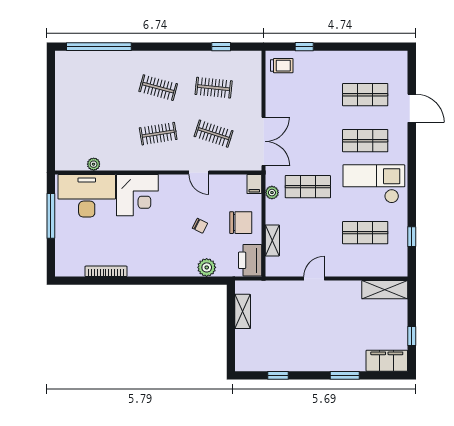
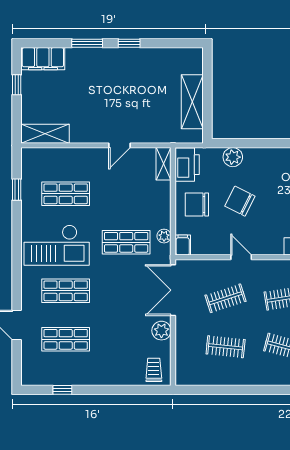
window: (221, 47) -> (218, 390), removed
window: (304, 47) -> (62, 390), moved
trolley: (282, 66) -> (154, 370), turned 90
plant: (274, 103) -> (161, 331), added
clothes rail: (214, 134) -> (226, 298), turned -36
chair: (200, 226) -> (240, 201), width x1.87, depth x1.87
shelving: (272, 240) -> (164, 164), moved
shelving: (243, 311) -> (192, 102), width x1.50, depth x1.33
window: (278, 375) -> (129, 43), moved

